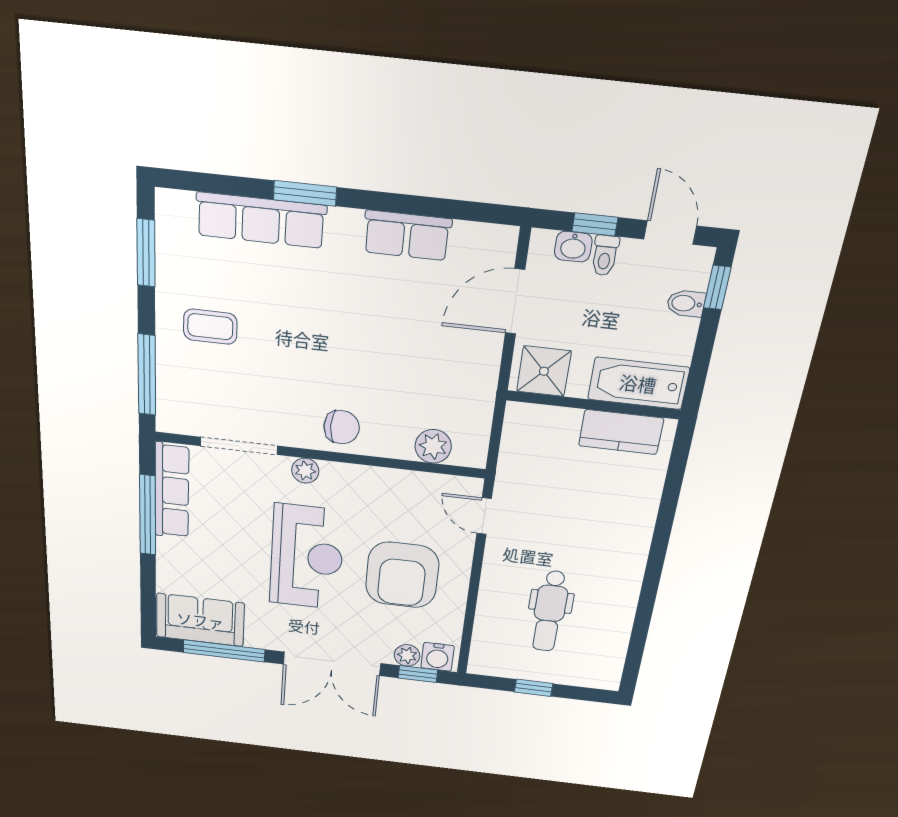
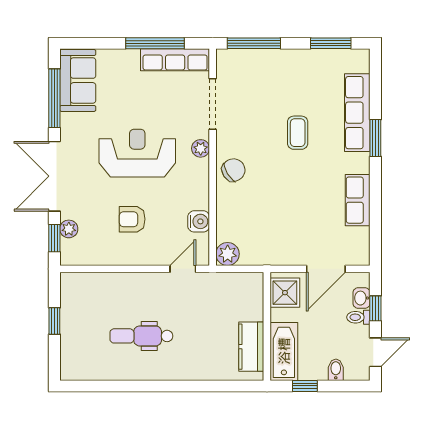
window: (717, 288) -> (305, 386), moved
door: (515, 302) -> (326, 269), swing flipped
coffee table: (210, 327) -> (298, 133), moved
chair: (342, 427) -> (233, 170), turned -122
plant: (433, 446) -> (228, 254), moved
reception desk: (307, 557) -> (137, 153), turned 180
armchair: (402, 575) -> (132, 219), width x0.53, depth x0.53
dental chair: (550, 611) -> (141, 336), moved
water cooler: (438, 657) -> (199, 221), moved, turned 180

